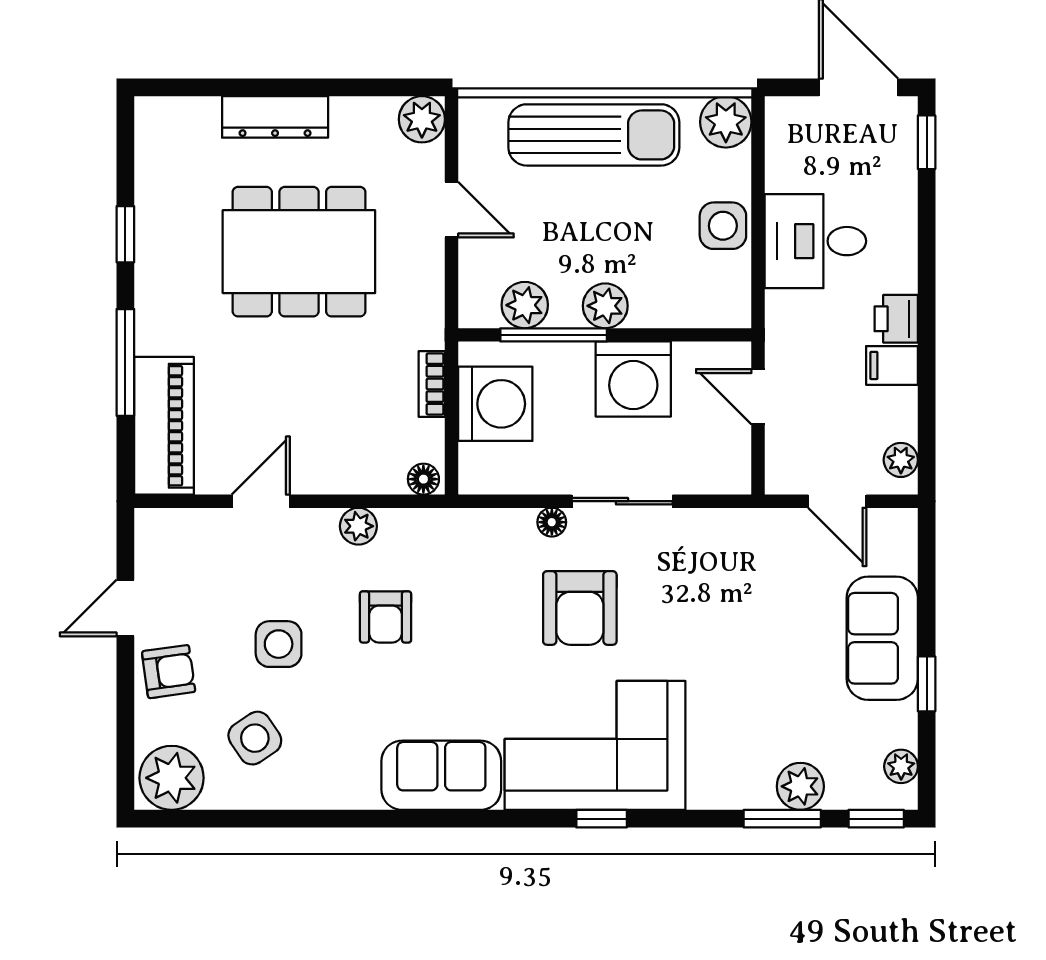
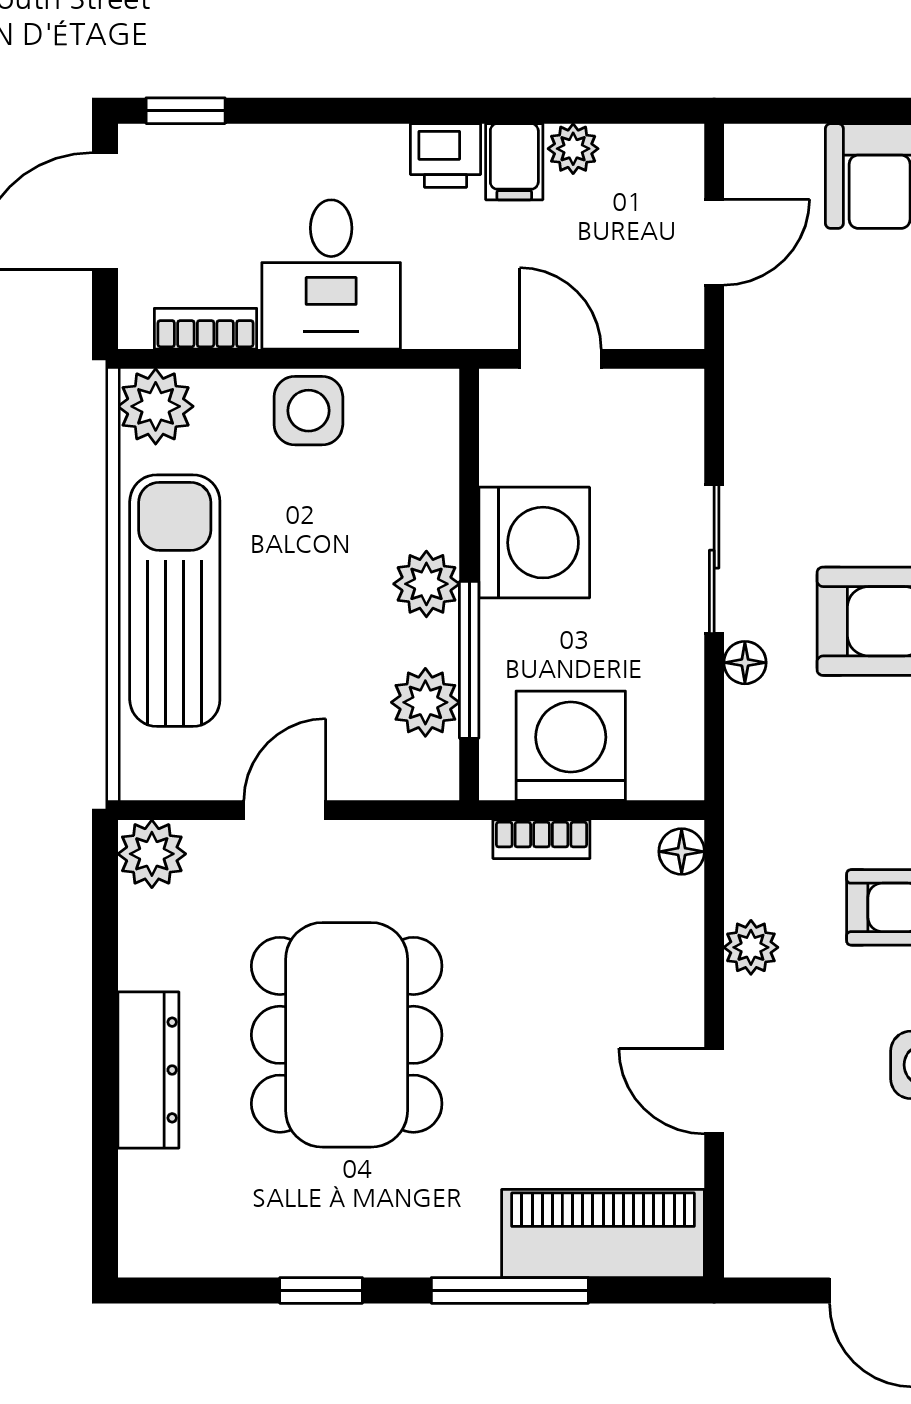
bookcase: (779, 156) -> (206, 329), added
door: (758, 397) -> (560, 359), swing flipped
plant: (901, 460) -> (573, 149), moved

